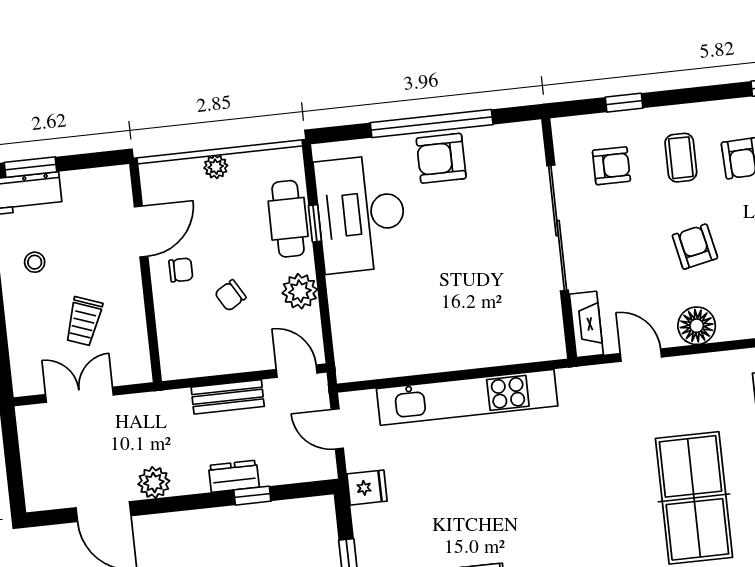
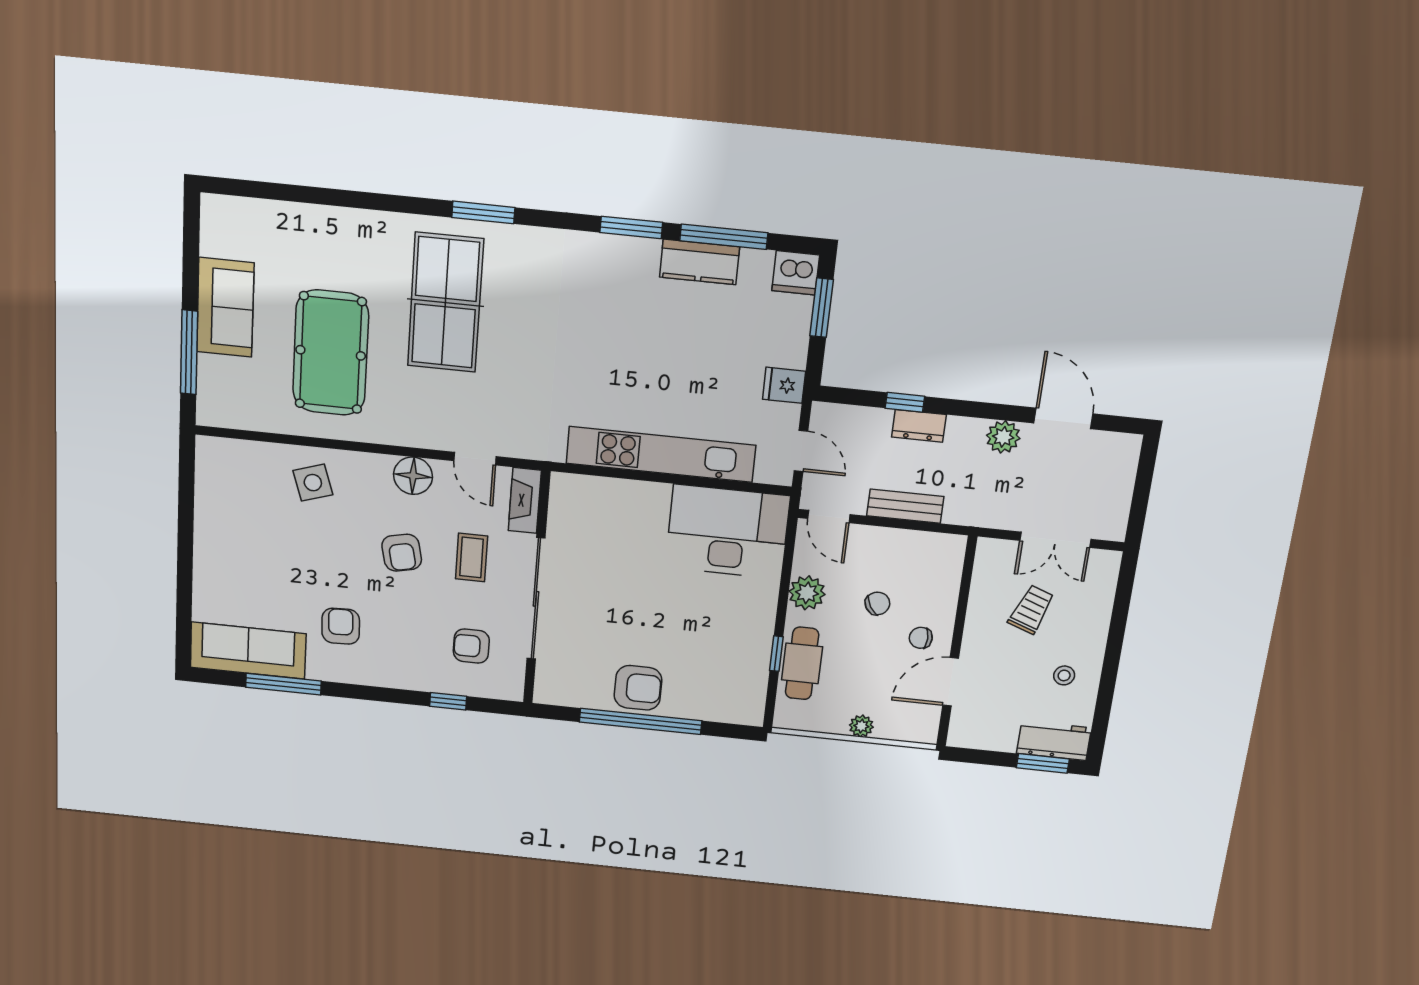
coffee table: (681, 158) -> (472, 557), moved
desk: (361, 214) -> (727, 532), moved, turned -90

